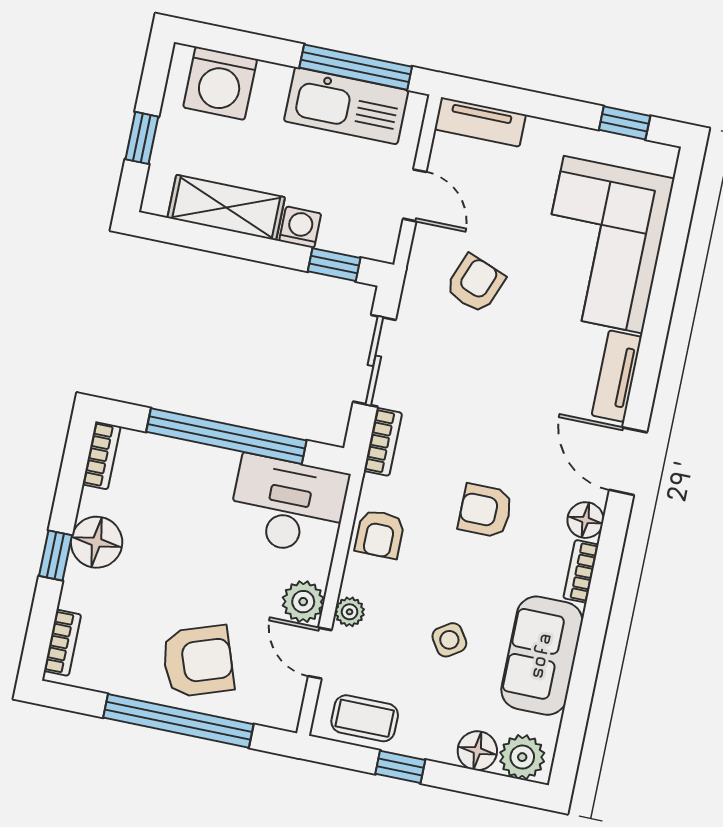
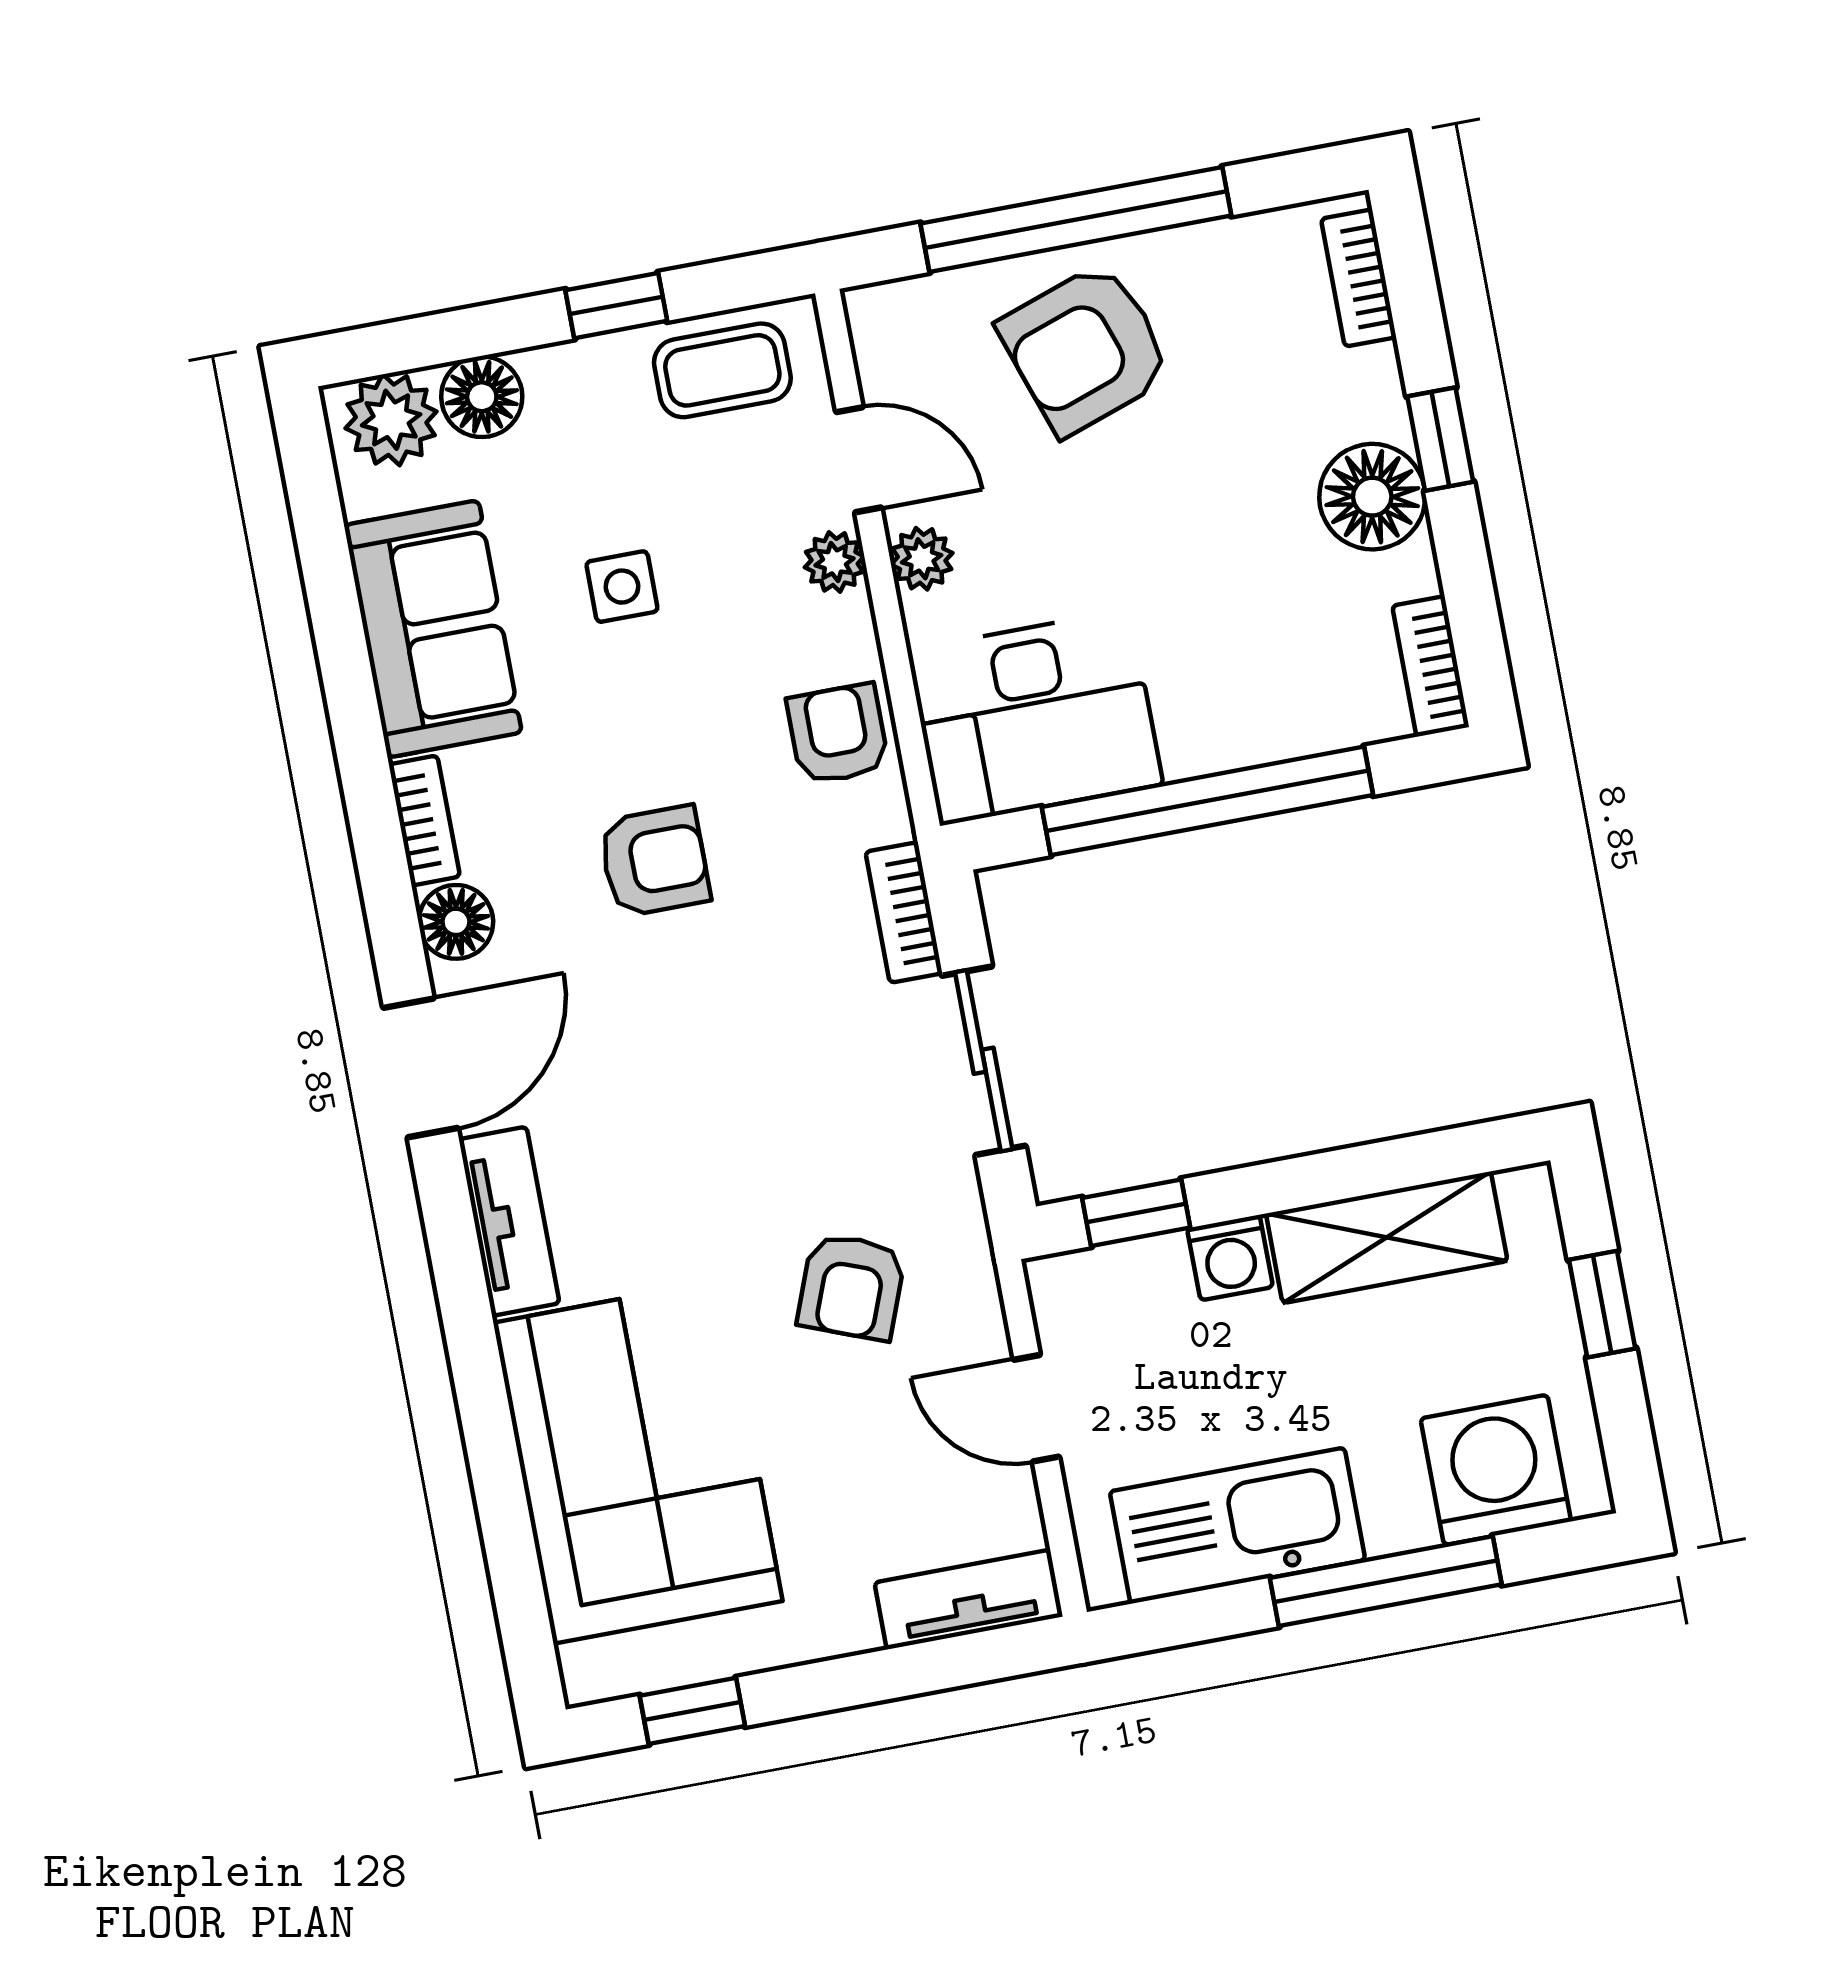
window: (356, 67) -> (1386, 1581), moved
door: (628, 461) -> (421, 1068), hinge flipped
plant: (303, 602) -> (922, 559), width x0.73, depth x0.73
side table: (449, 640) -> (622, 587), turned 33

